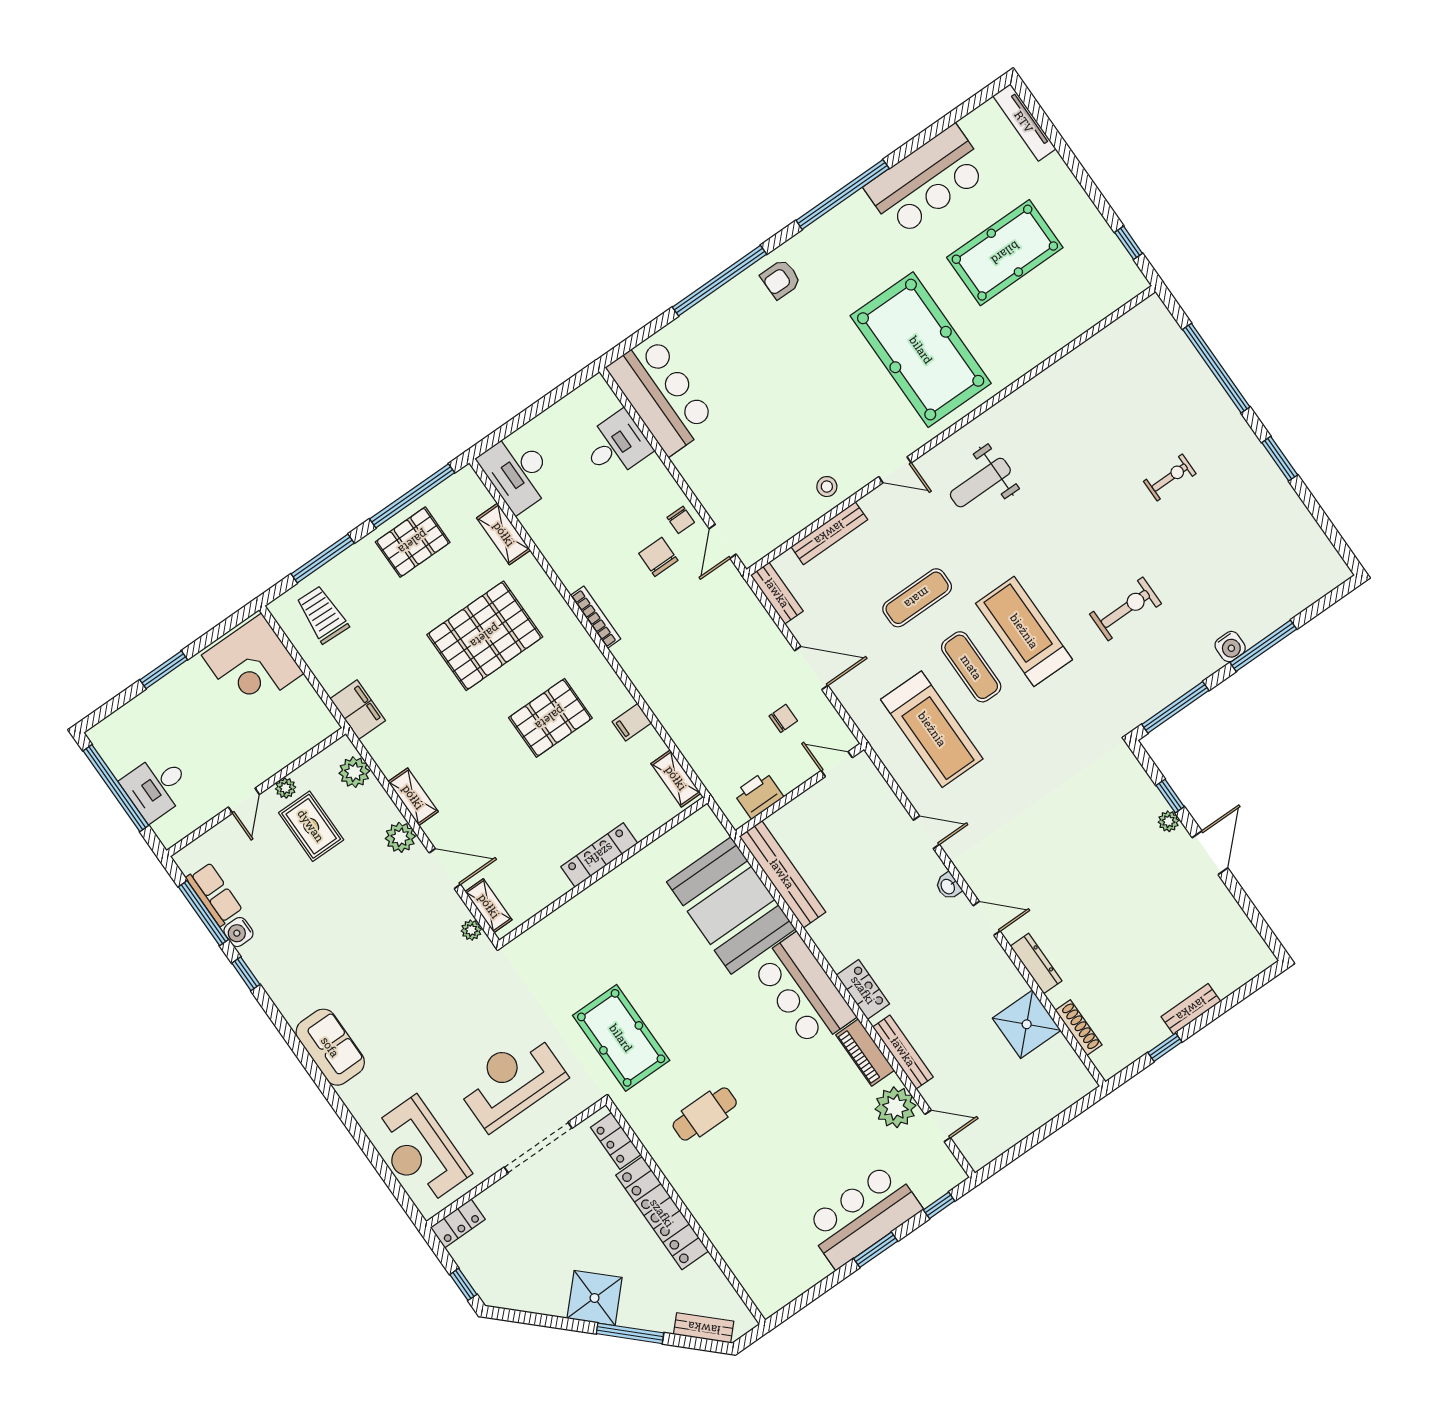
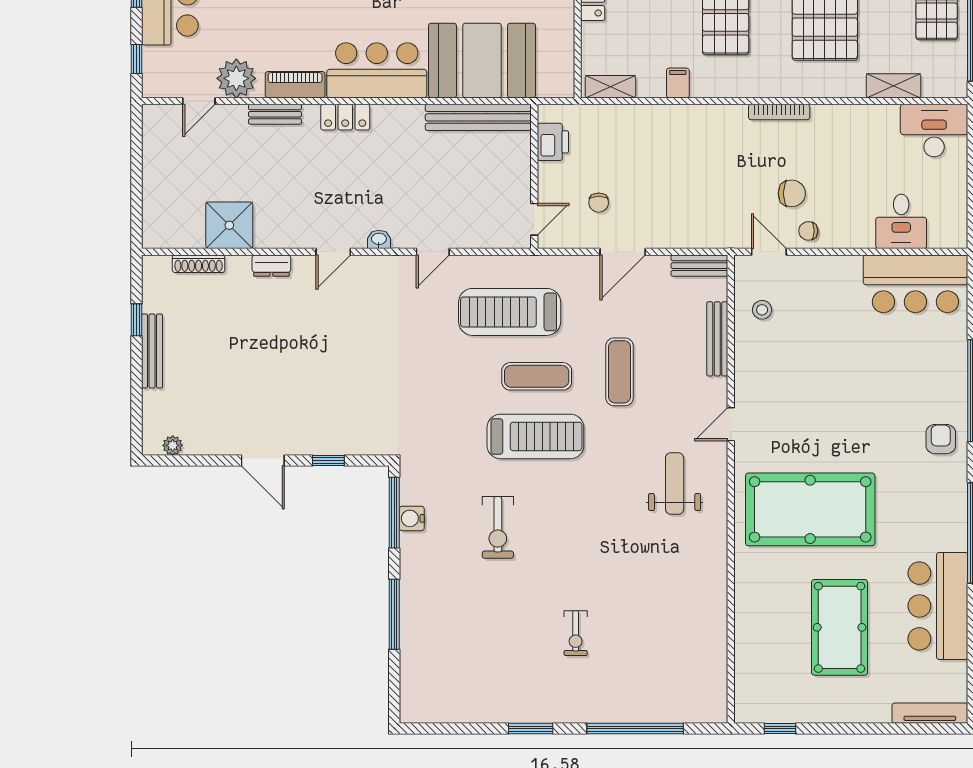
stool: (827, 487) -> (762, 310), moved
water cooler: (1230, 647) -> (412, 518), moved
plant: (1168, 821) -> (173, 445), moved
dresser: (1036, 963) -> (271, 266), width x0.70
bench: (1191, 1009) -> (152, 351), width x1.36
bench: (903, 1052) -> (275, 114), width x0.73

